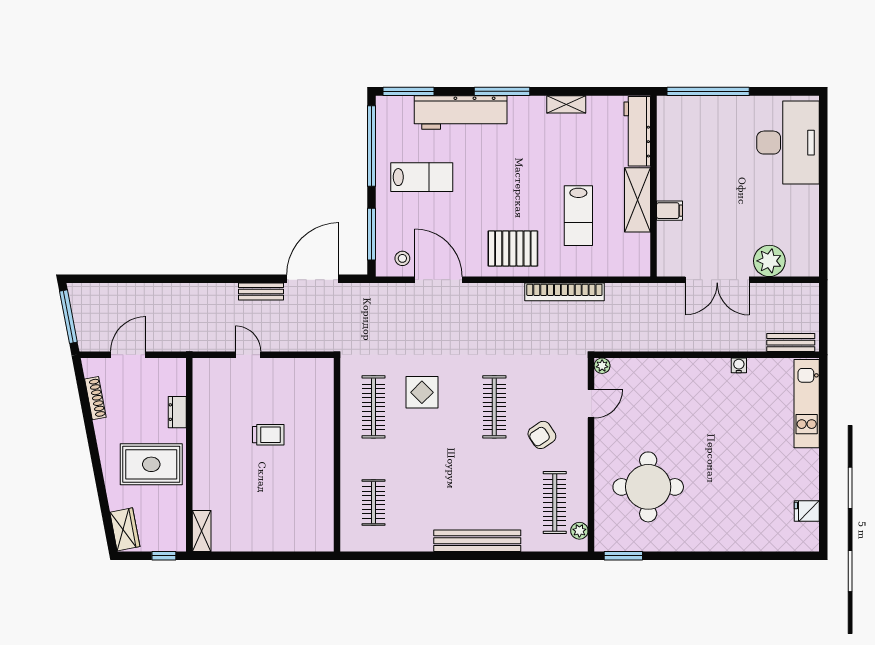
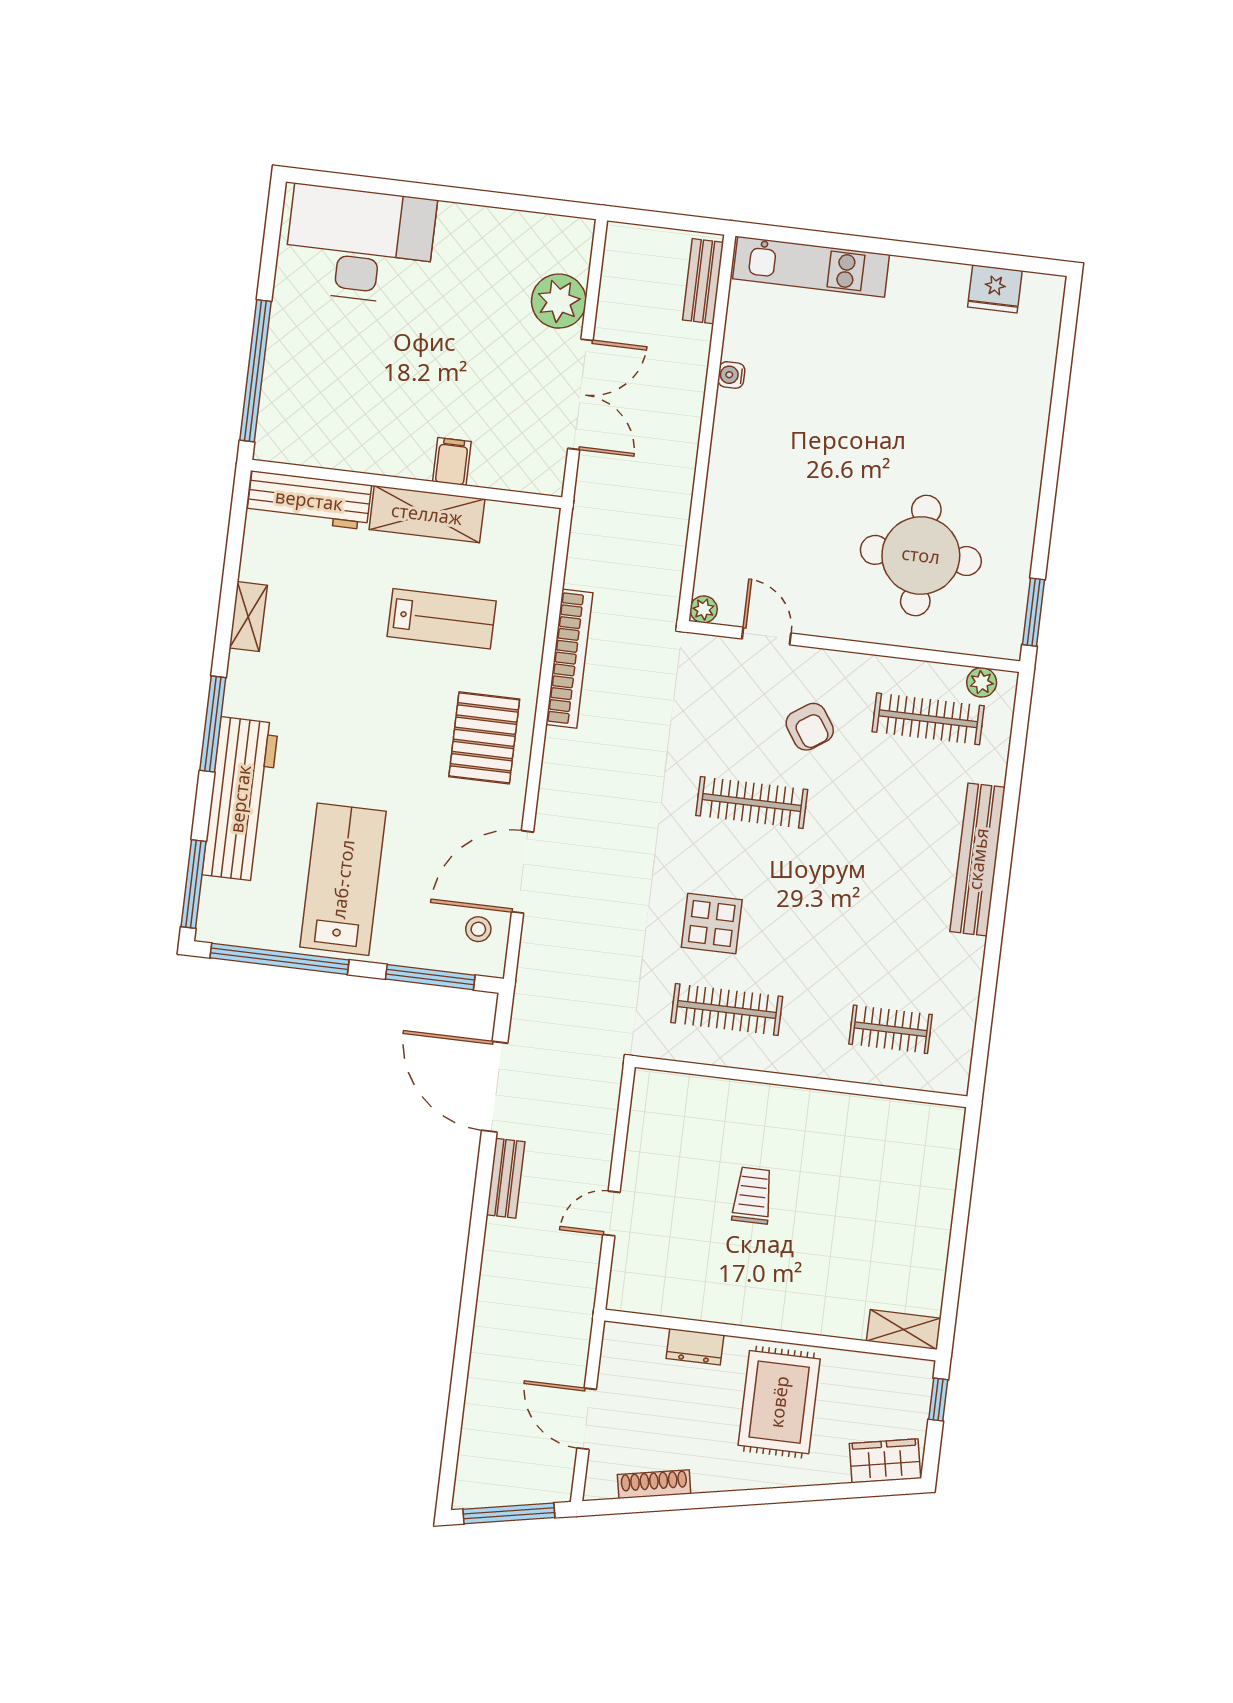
lab bench: (422, 177) -> (343, 879), width x1.36, depth x1.39
fridge: (807, 511) -> (995, 289), width x1.38

